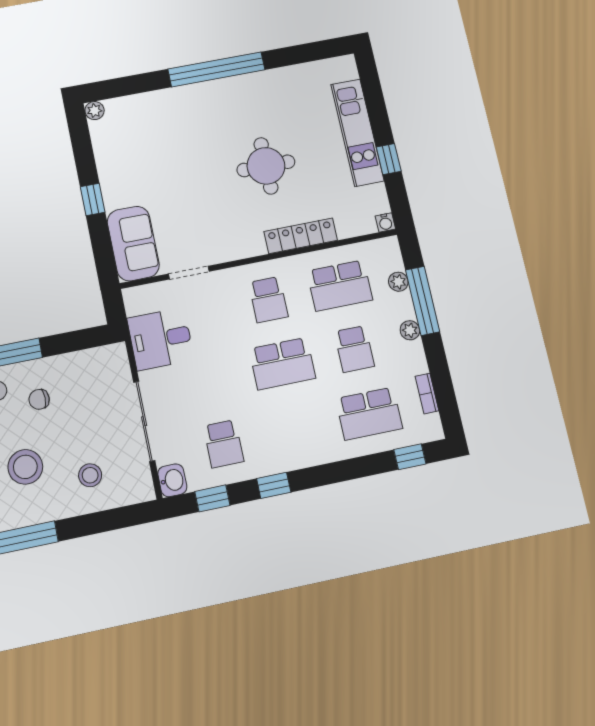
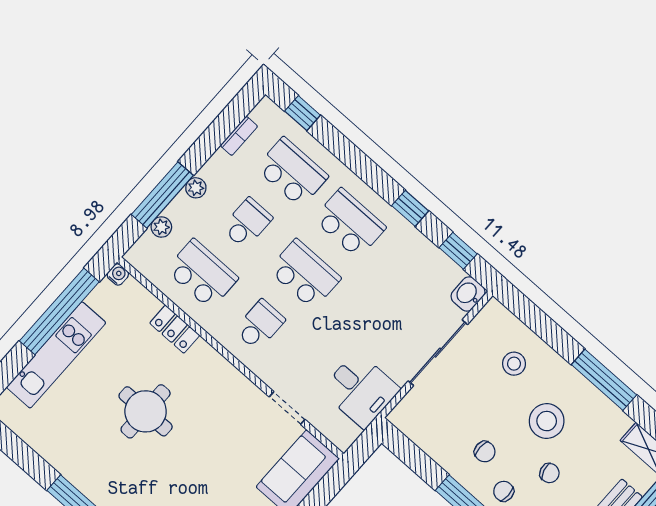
window: (389, 159) -> (59, 311), width x3.17
locker: (301, 236) -> (175, 329), width x0.66
school desk: (224, 444) -> (350, 223), moved, width x1.85

